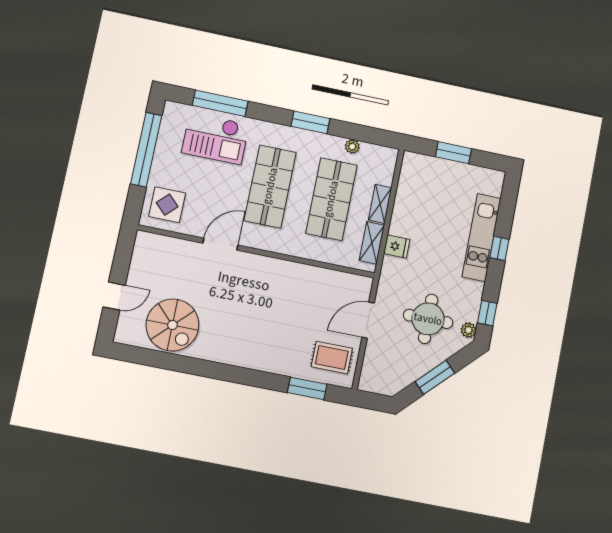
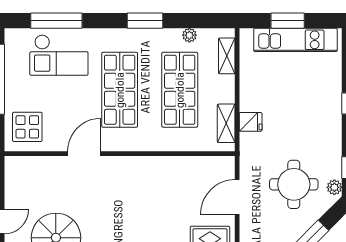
shelving: (380, 204) -> (227, 56), moved
kitchen unit: (481, 238) -> (295, 40), moved, turned -90

